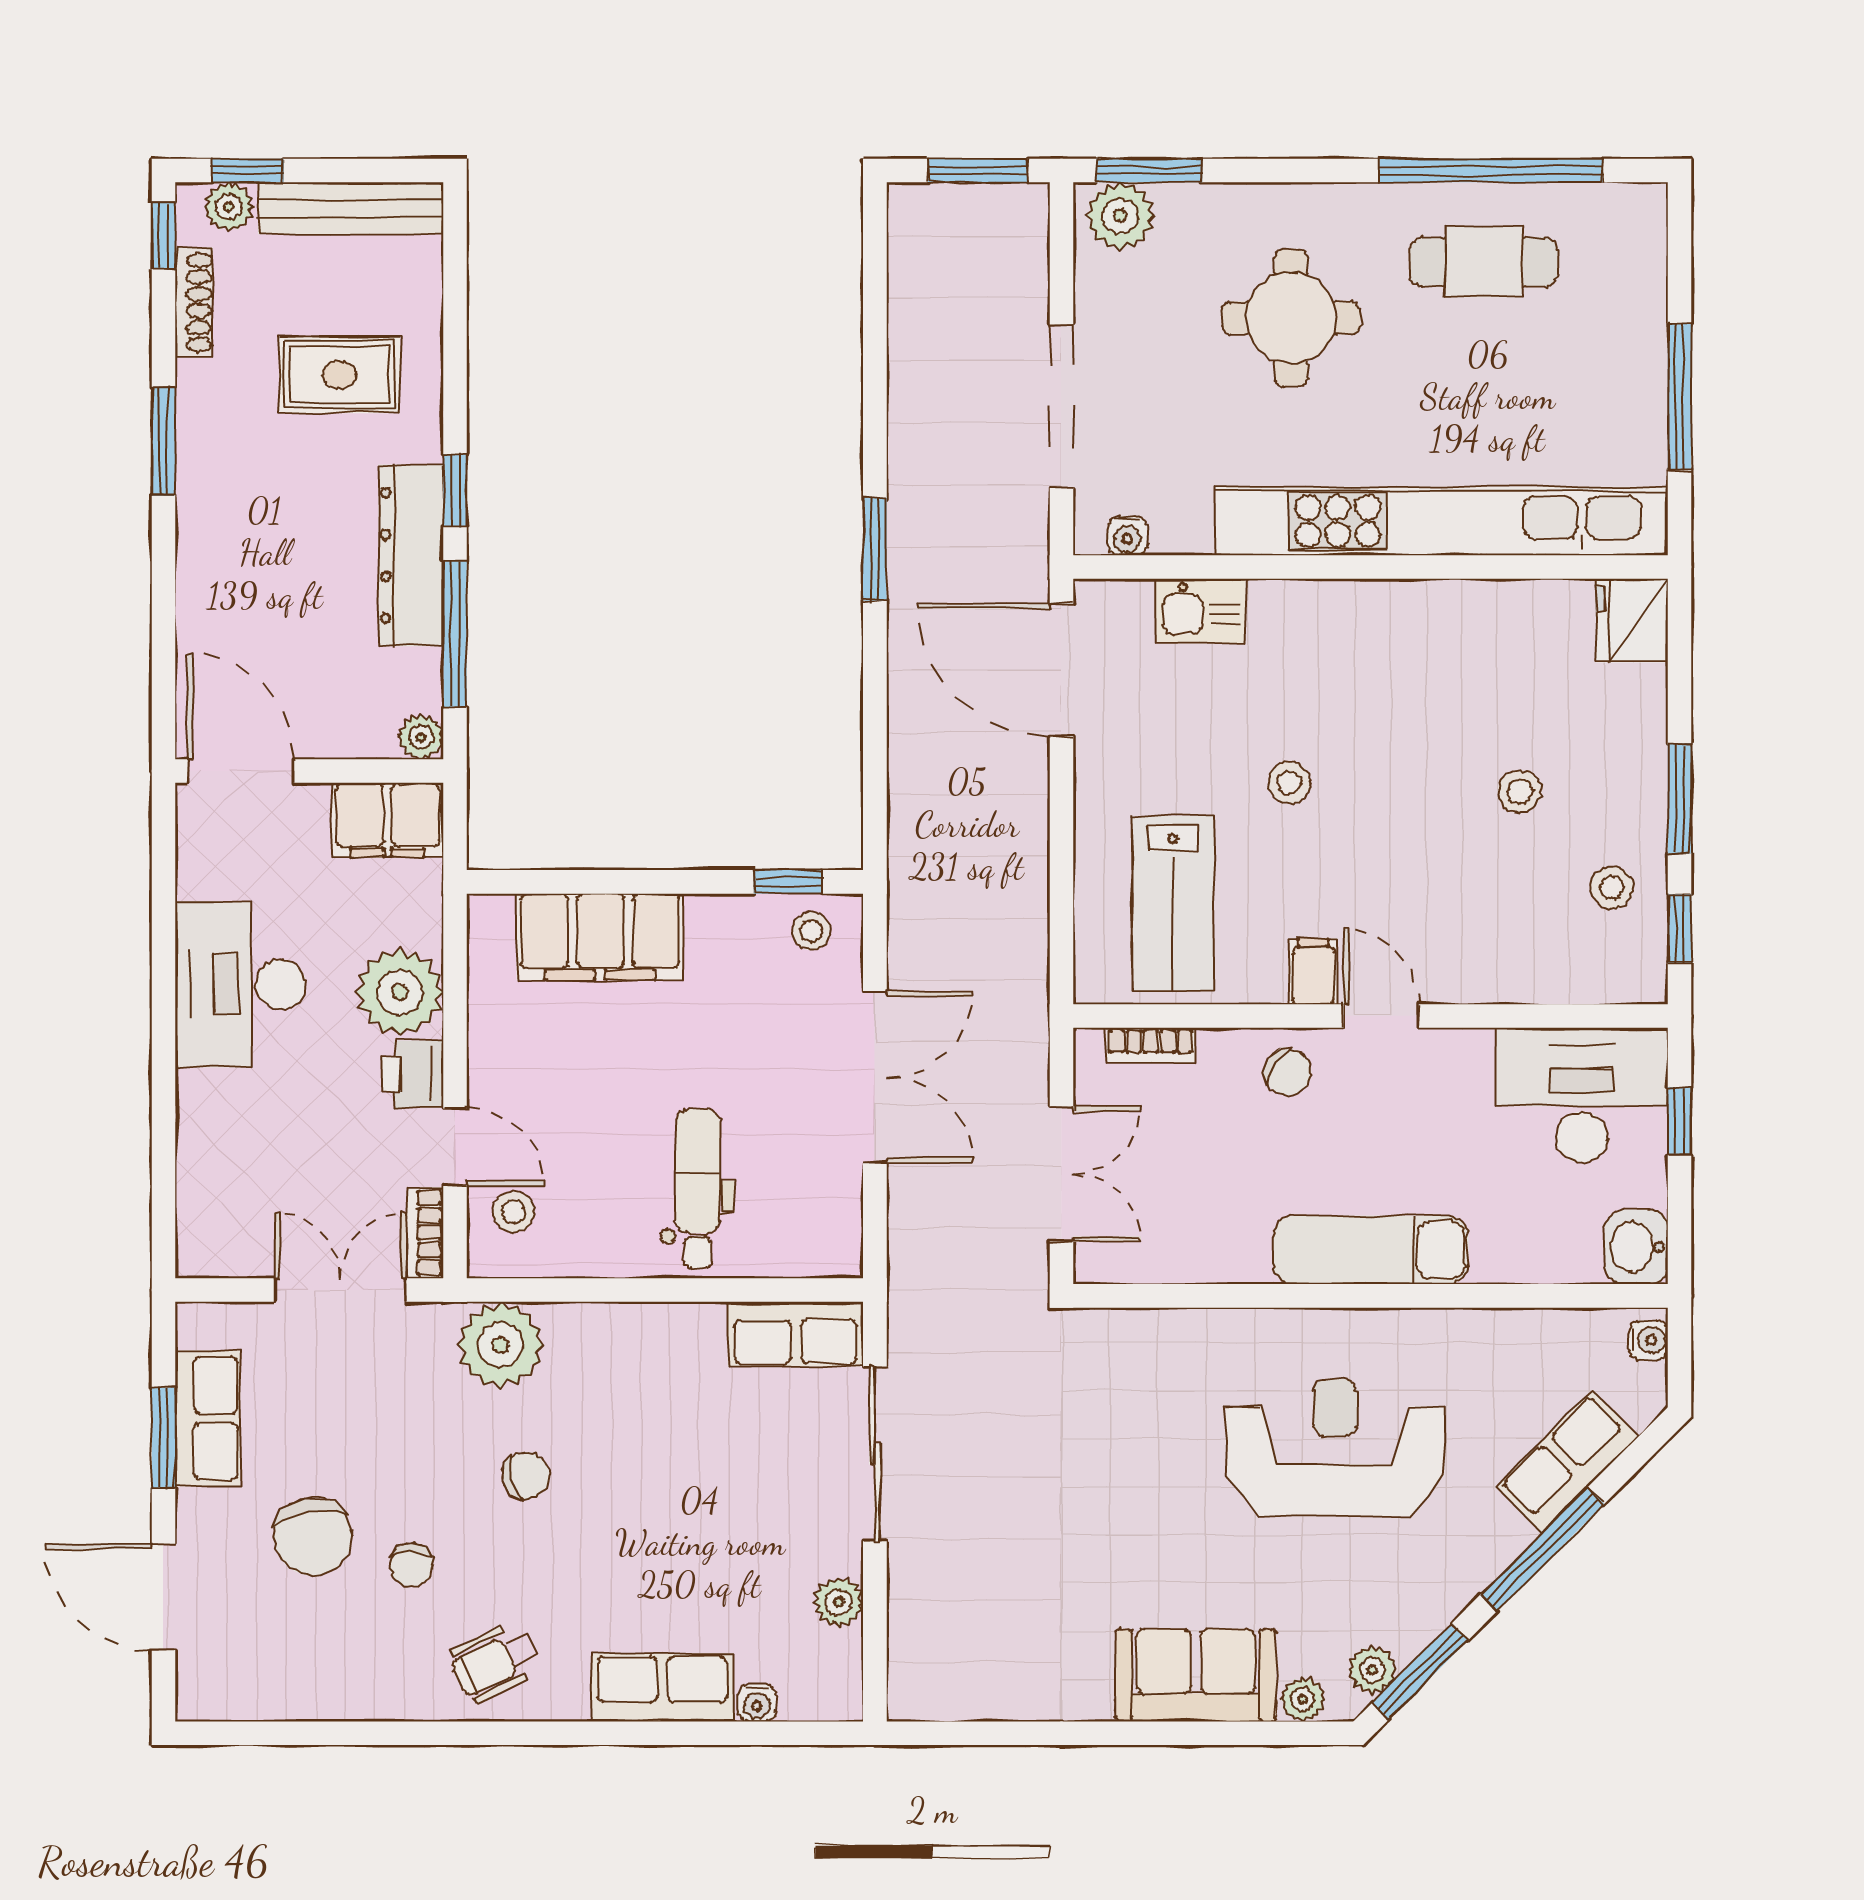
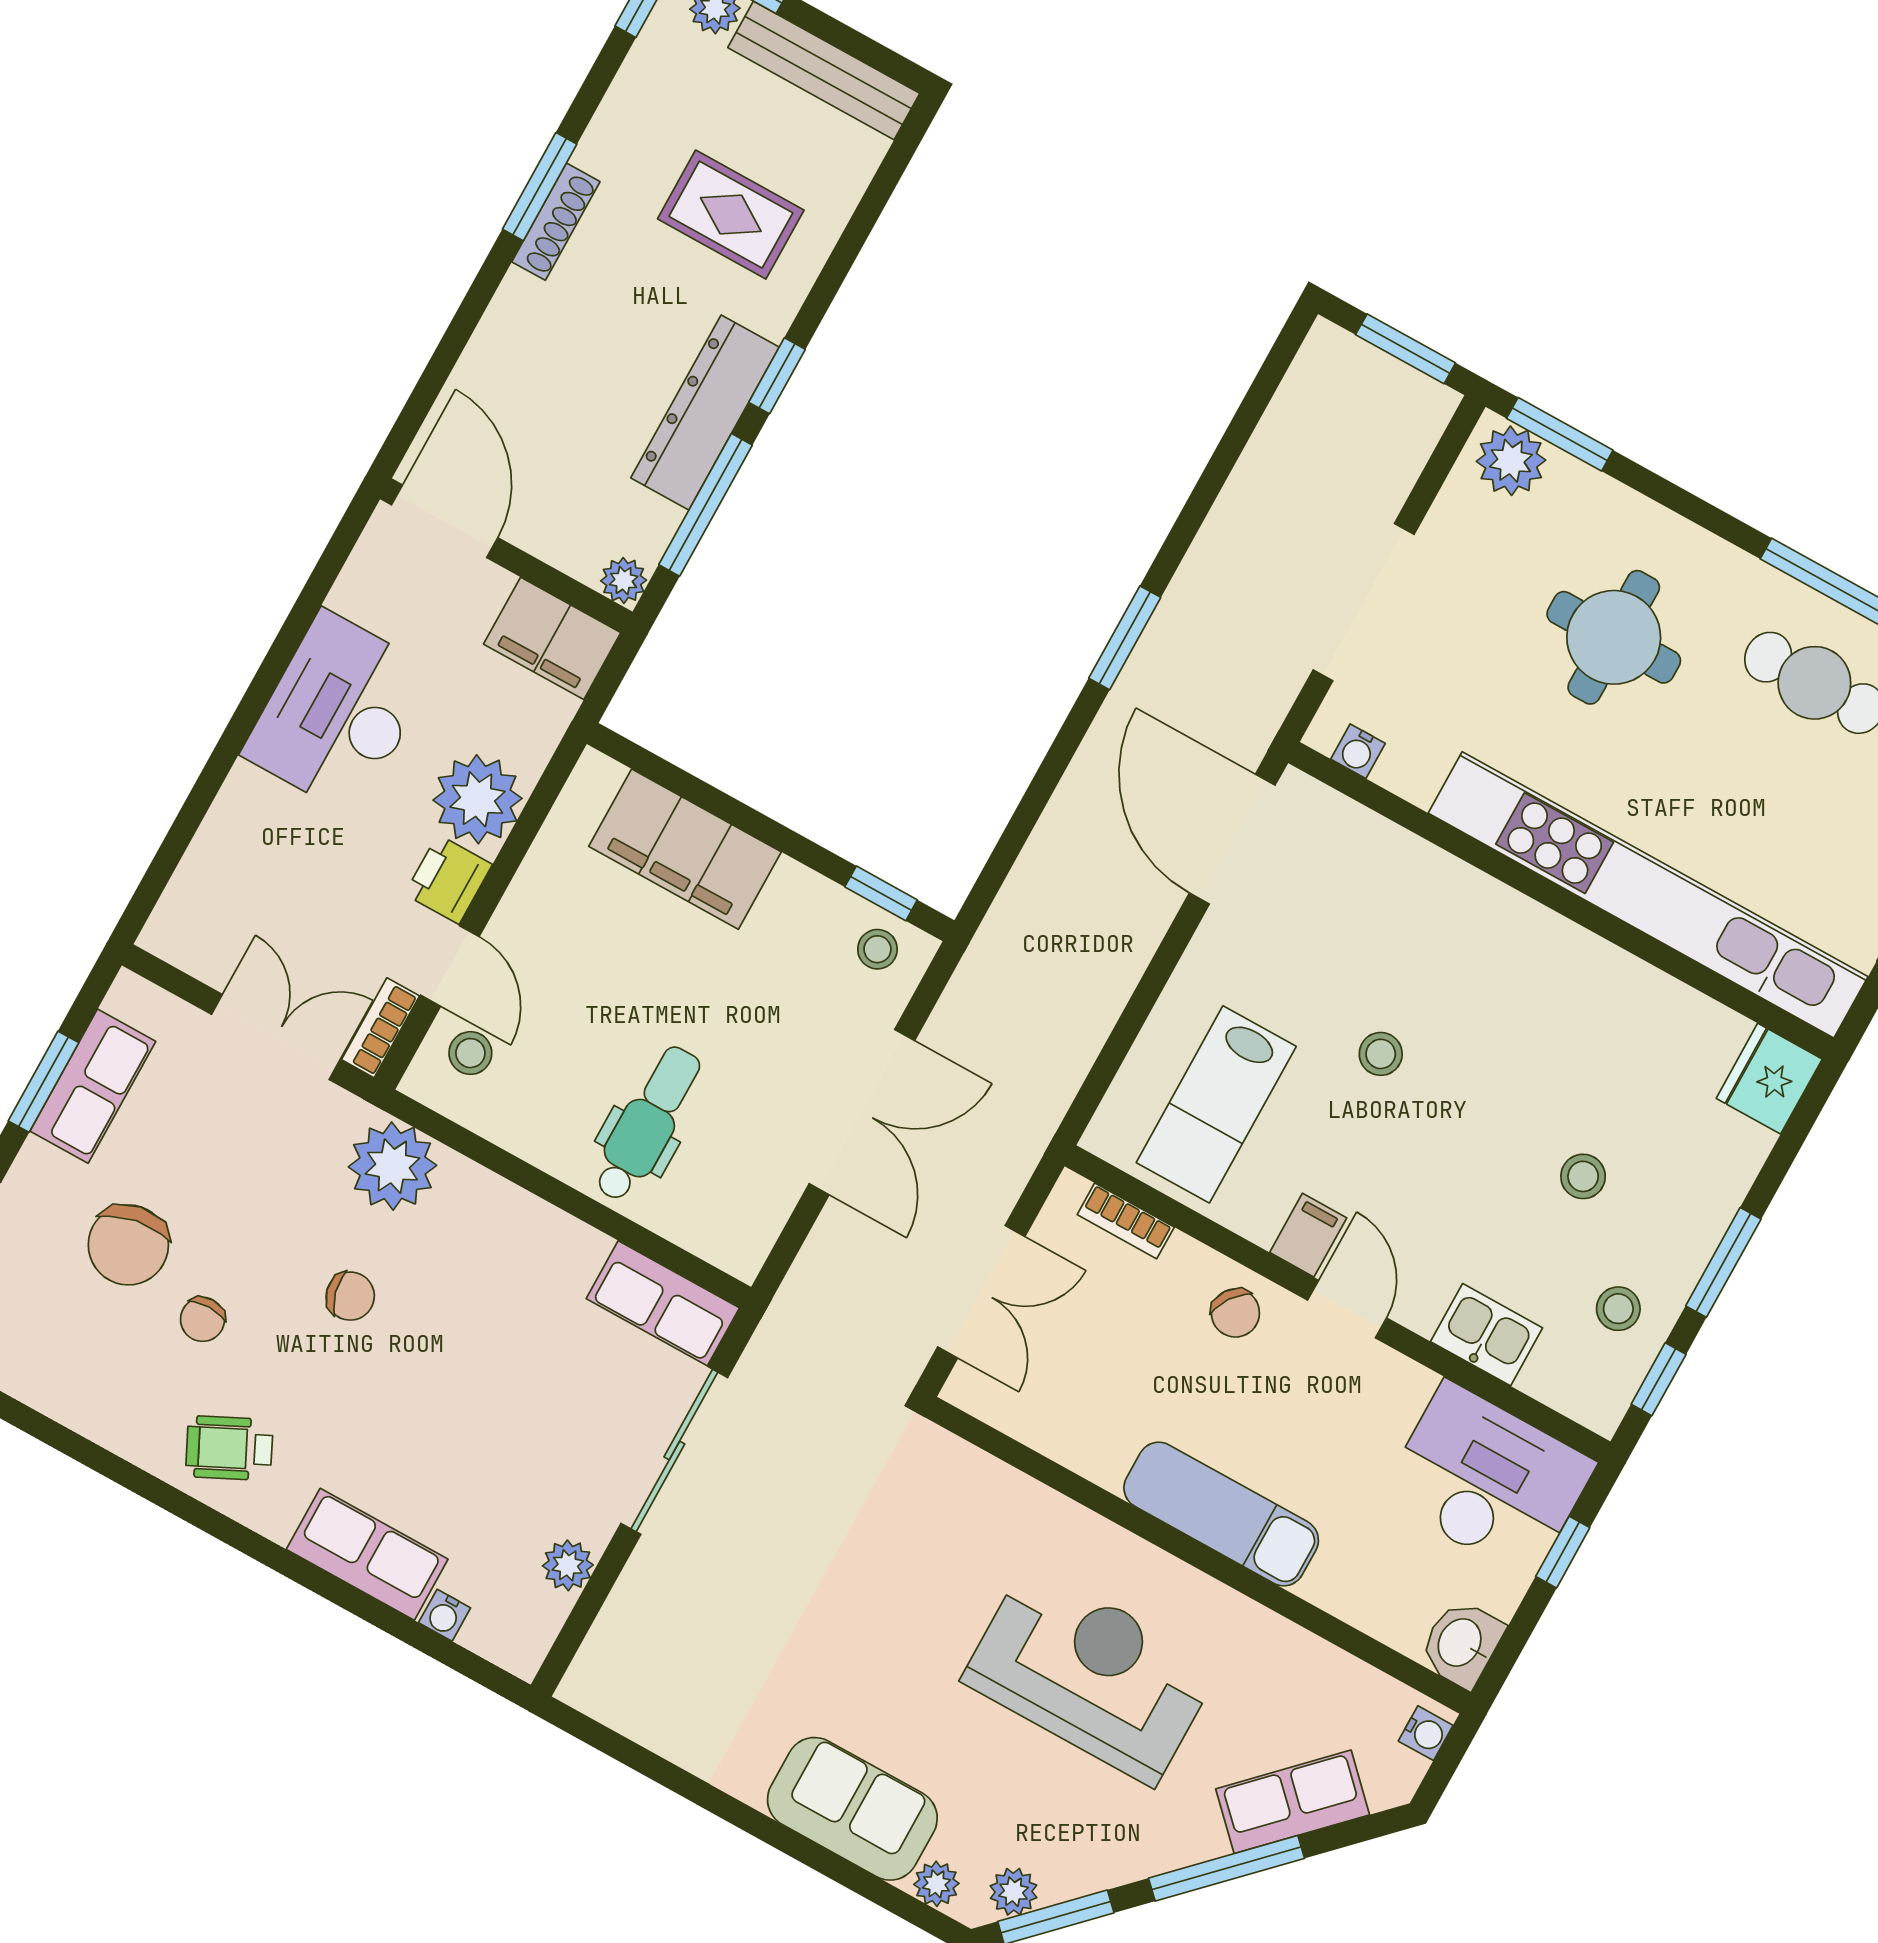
shoe rack: (194, 302) -> (556, 222), moved
kitchen sink: (1201, 611) -> (1487, 1335), moved, turned 180

